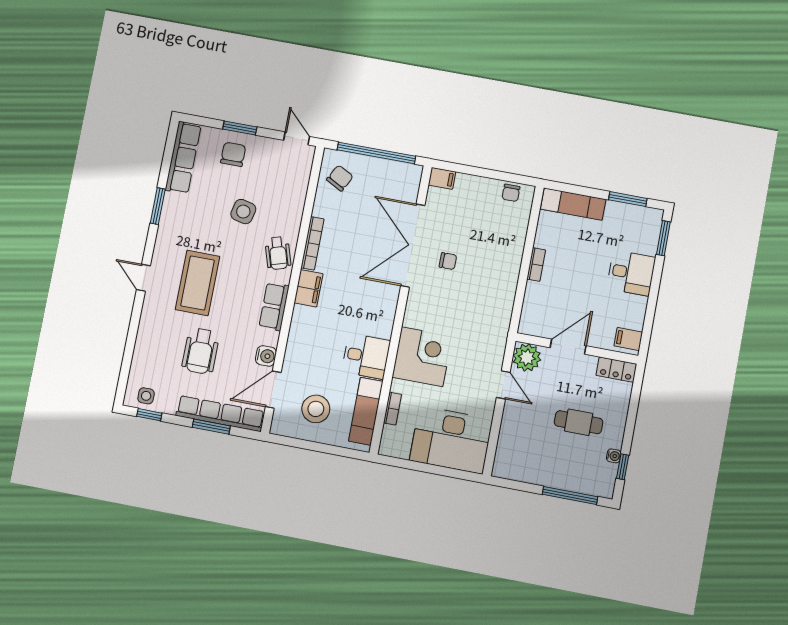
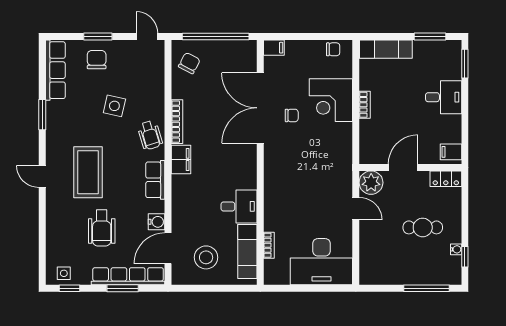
chair: (511, 193) -> (333, 49), turned -90
corner desk: (422, 357) -> (331, 100), moved, turned 180

